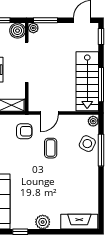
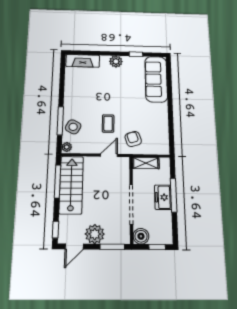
plant: (33, 28) -> (95, 234), moved, width x1.87, depth x1.87
armchair: (24, 131) -> (133, 139), turned 72

